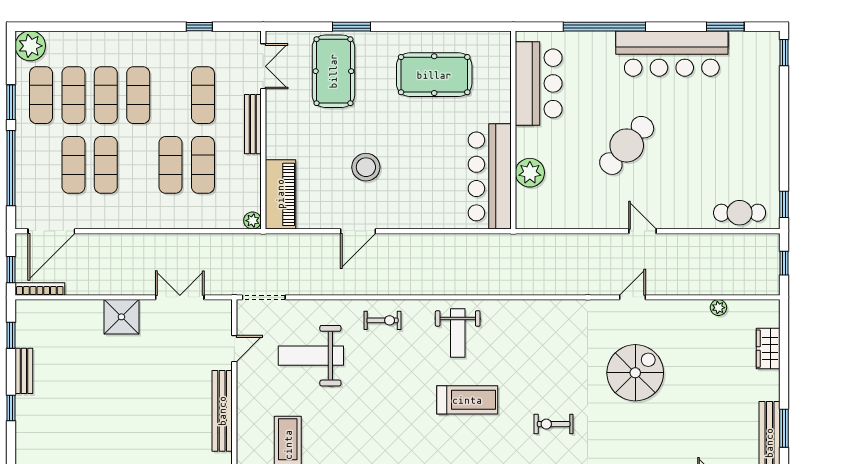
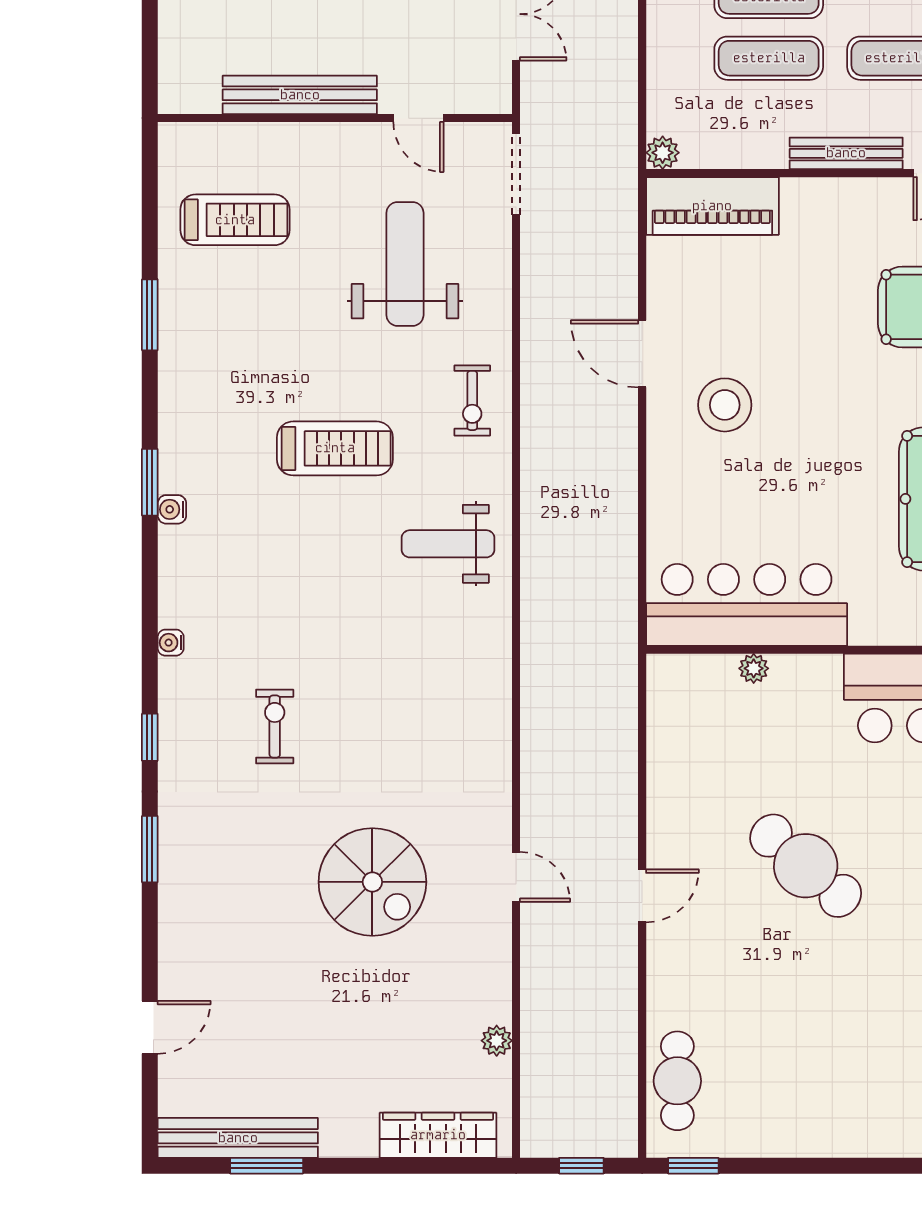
stool: (366, 167) -> (725, 405), moved
plant: (530, 173) -> (754, 668), width x0.53, depth x0.53
wardrobe: (768, 349) -> (438, 1135), width x1.50
treadmill: (467, 400) -> (335, 448), moved, turned -90

